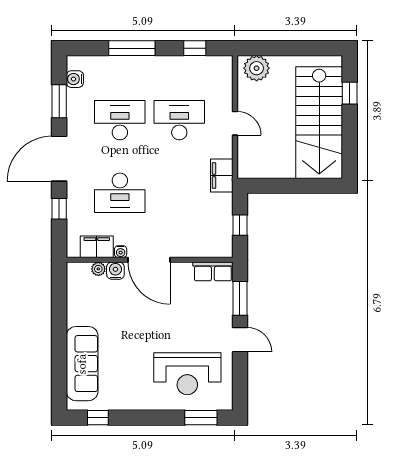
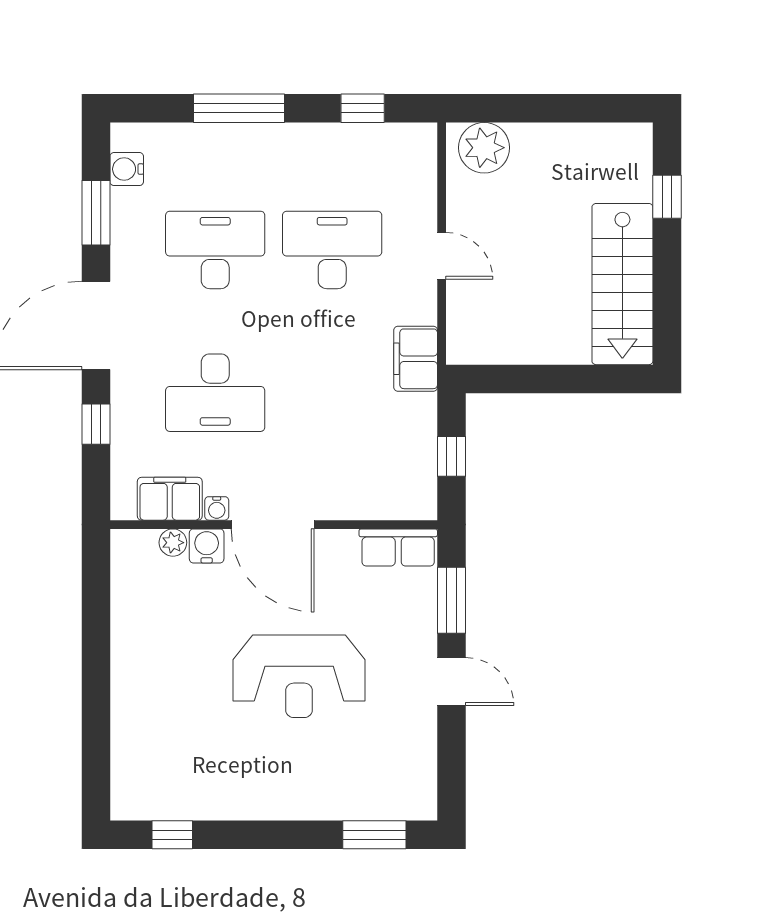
stairs: (319, 123) -> (622, 284), width x0.73, depth x0.66
sofa: (82, 364) -> (141, 729), removed
reception desk: (187, 374) -> (299, 676), moved

